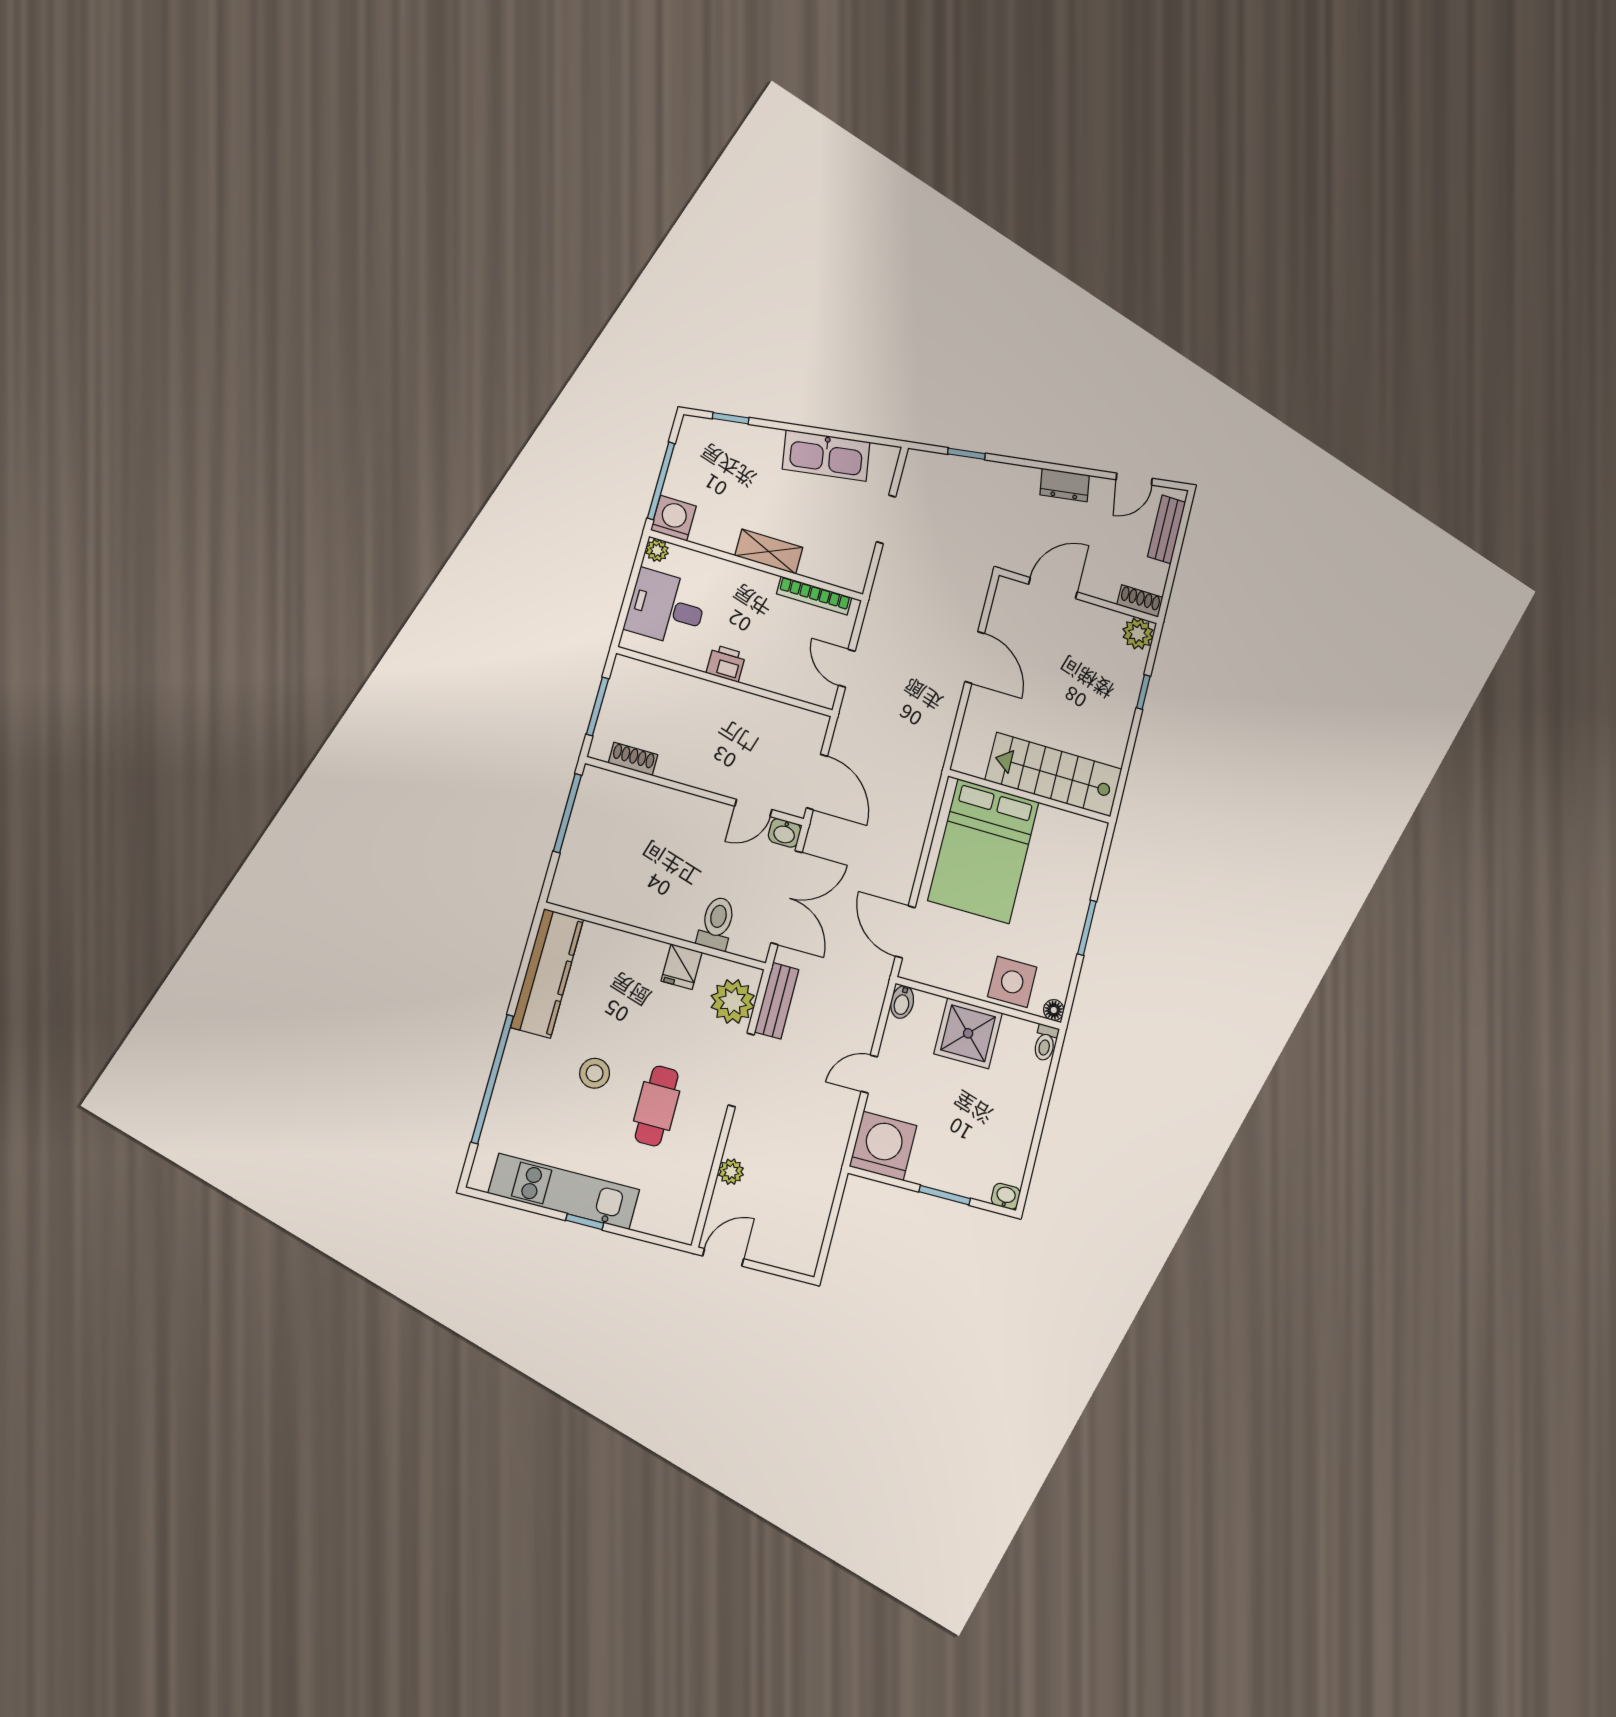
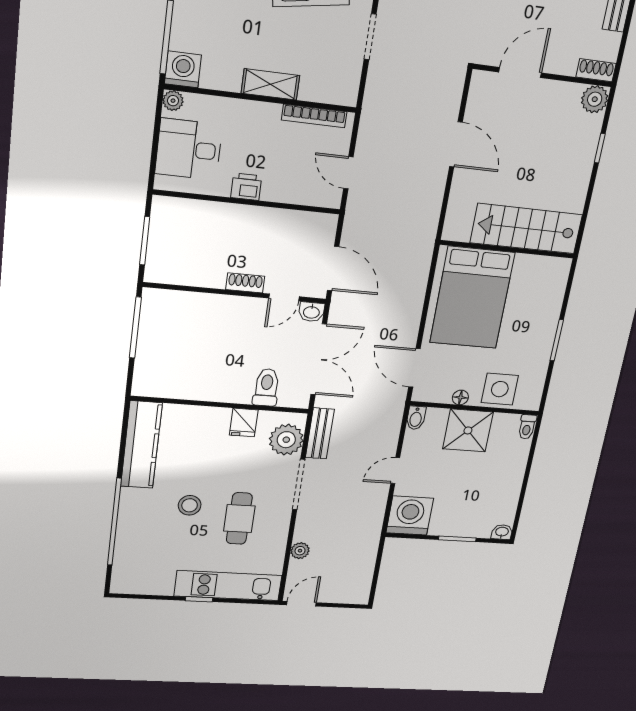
shoe rack: (633, 759) -> (245, 283), moved
floor lamp: (1054, 1010) -> (460, 397), moved
kitchen unit: (564, 1191) -> (228, 586), moved

